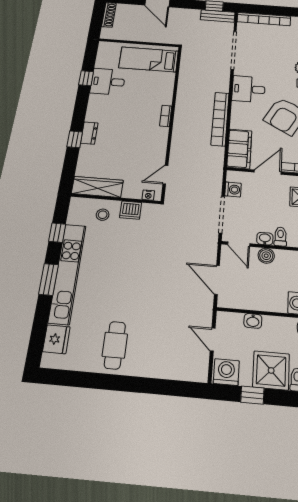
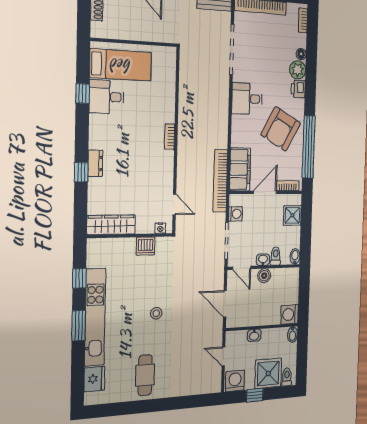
bed: (149, 59) -> (121, 65), moved, turned 180
bookcase: (220, 119) -> (220, 181), moved
door: (165, 175) -> (174, 204), swing flipped
stool: (103, 215) -> (156, 313), moved

